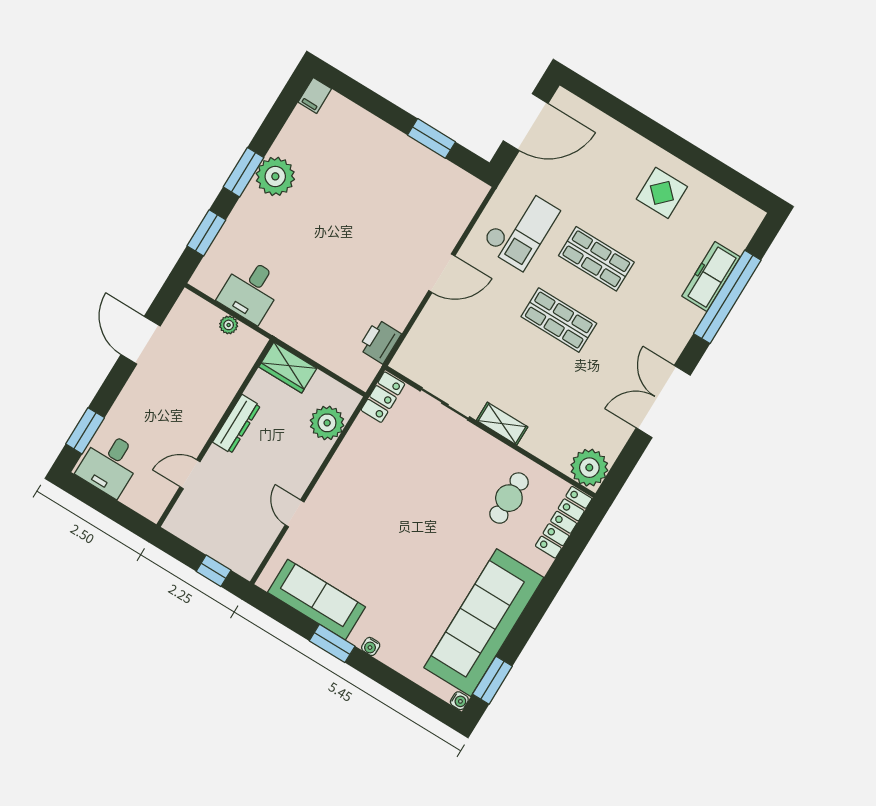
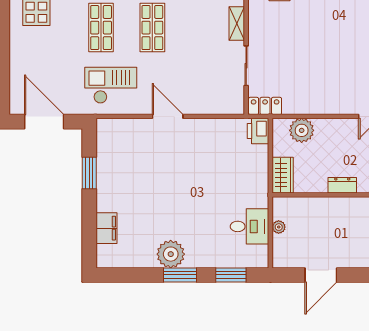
filing cabinet: (315, 95) -> (107, 228), moved, width x2.00
printer: (380, 341) -> (258, 131), moved, turned 90
dresser: (237, 424) -> (342, 185), width x0.70

